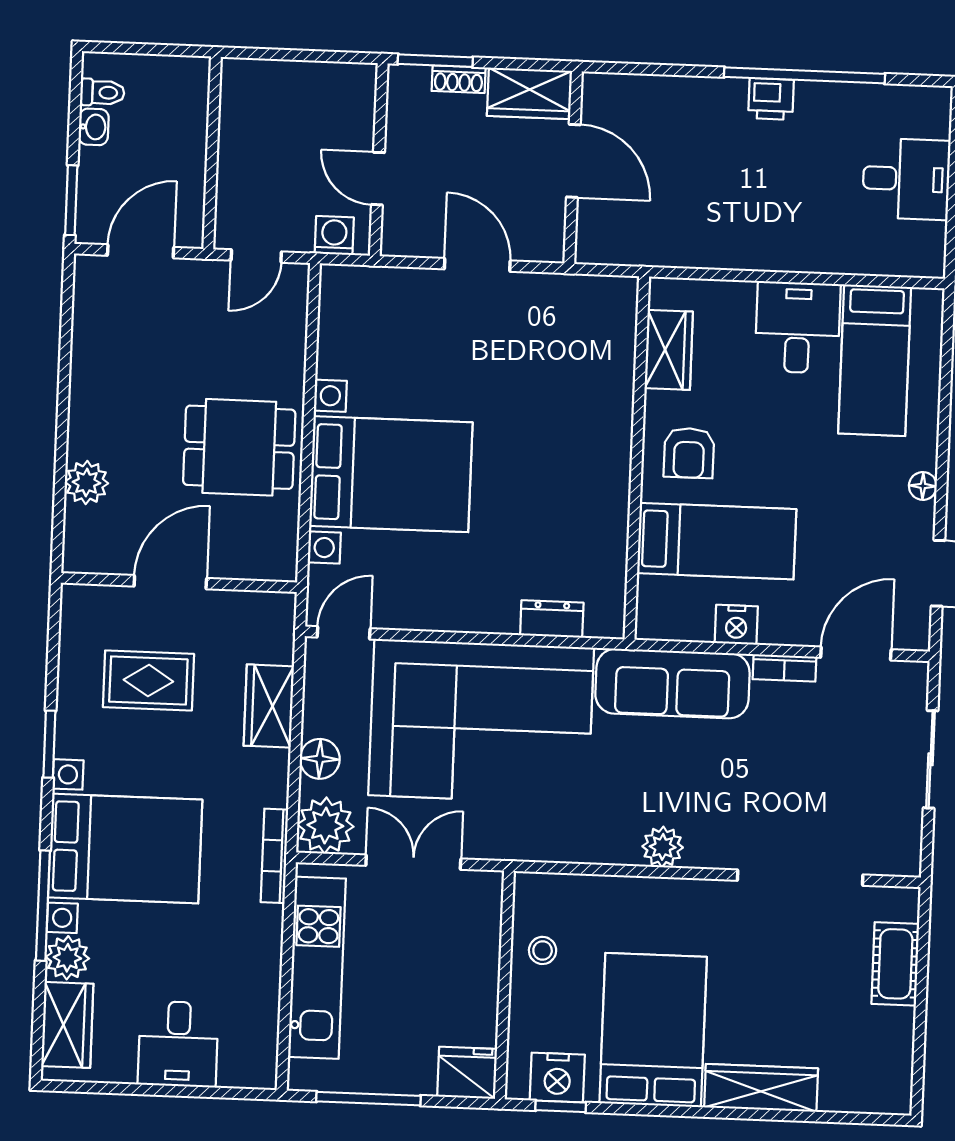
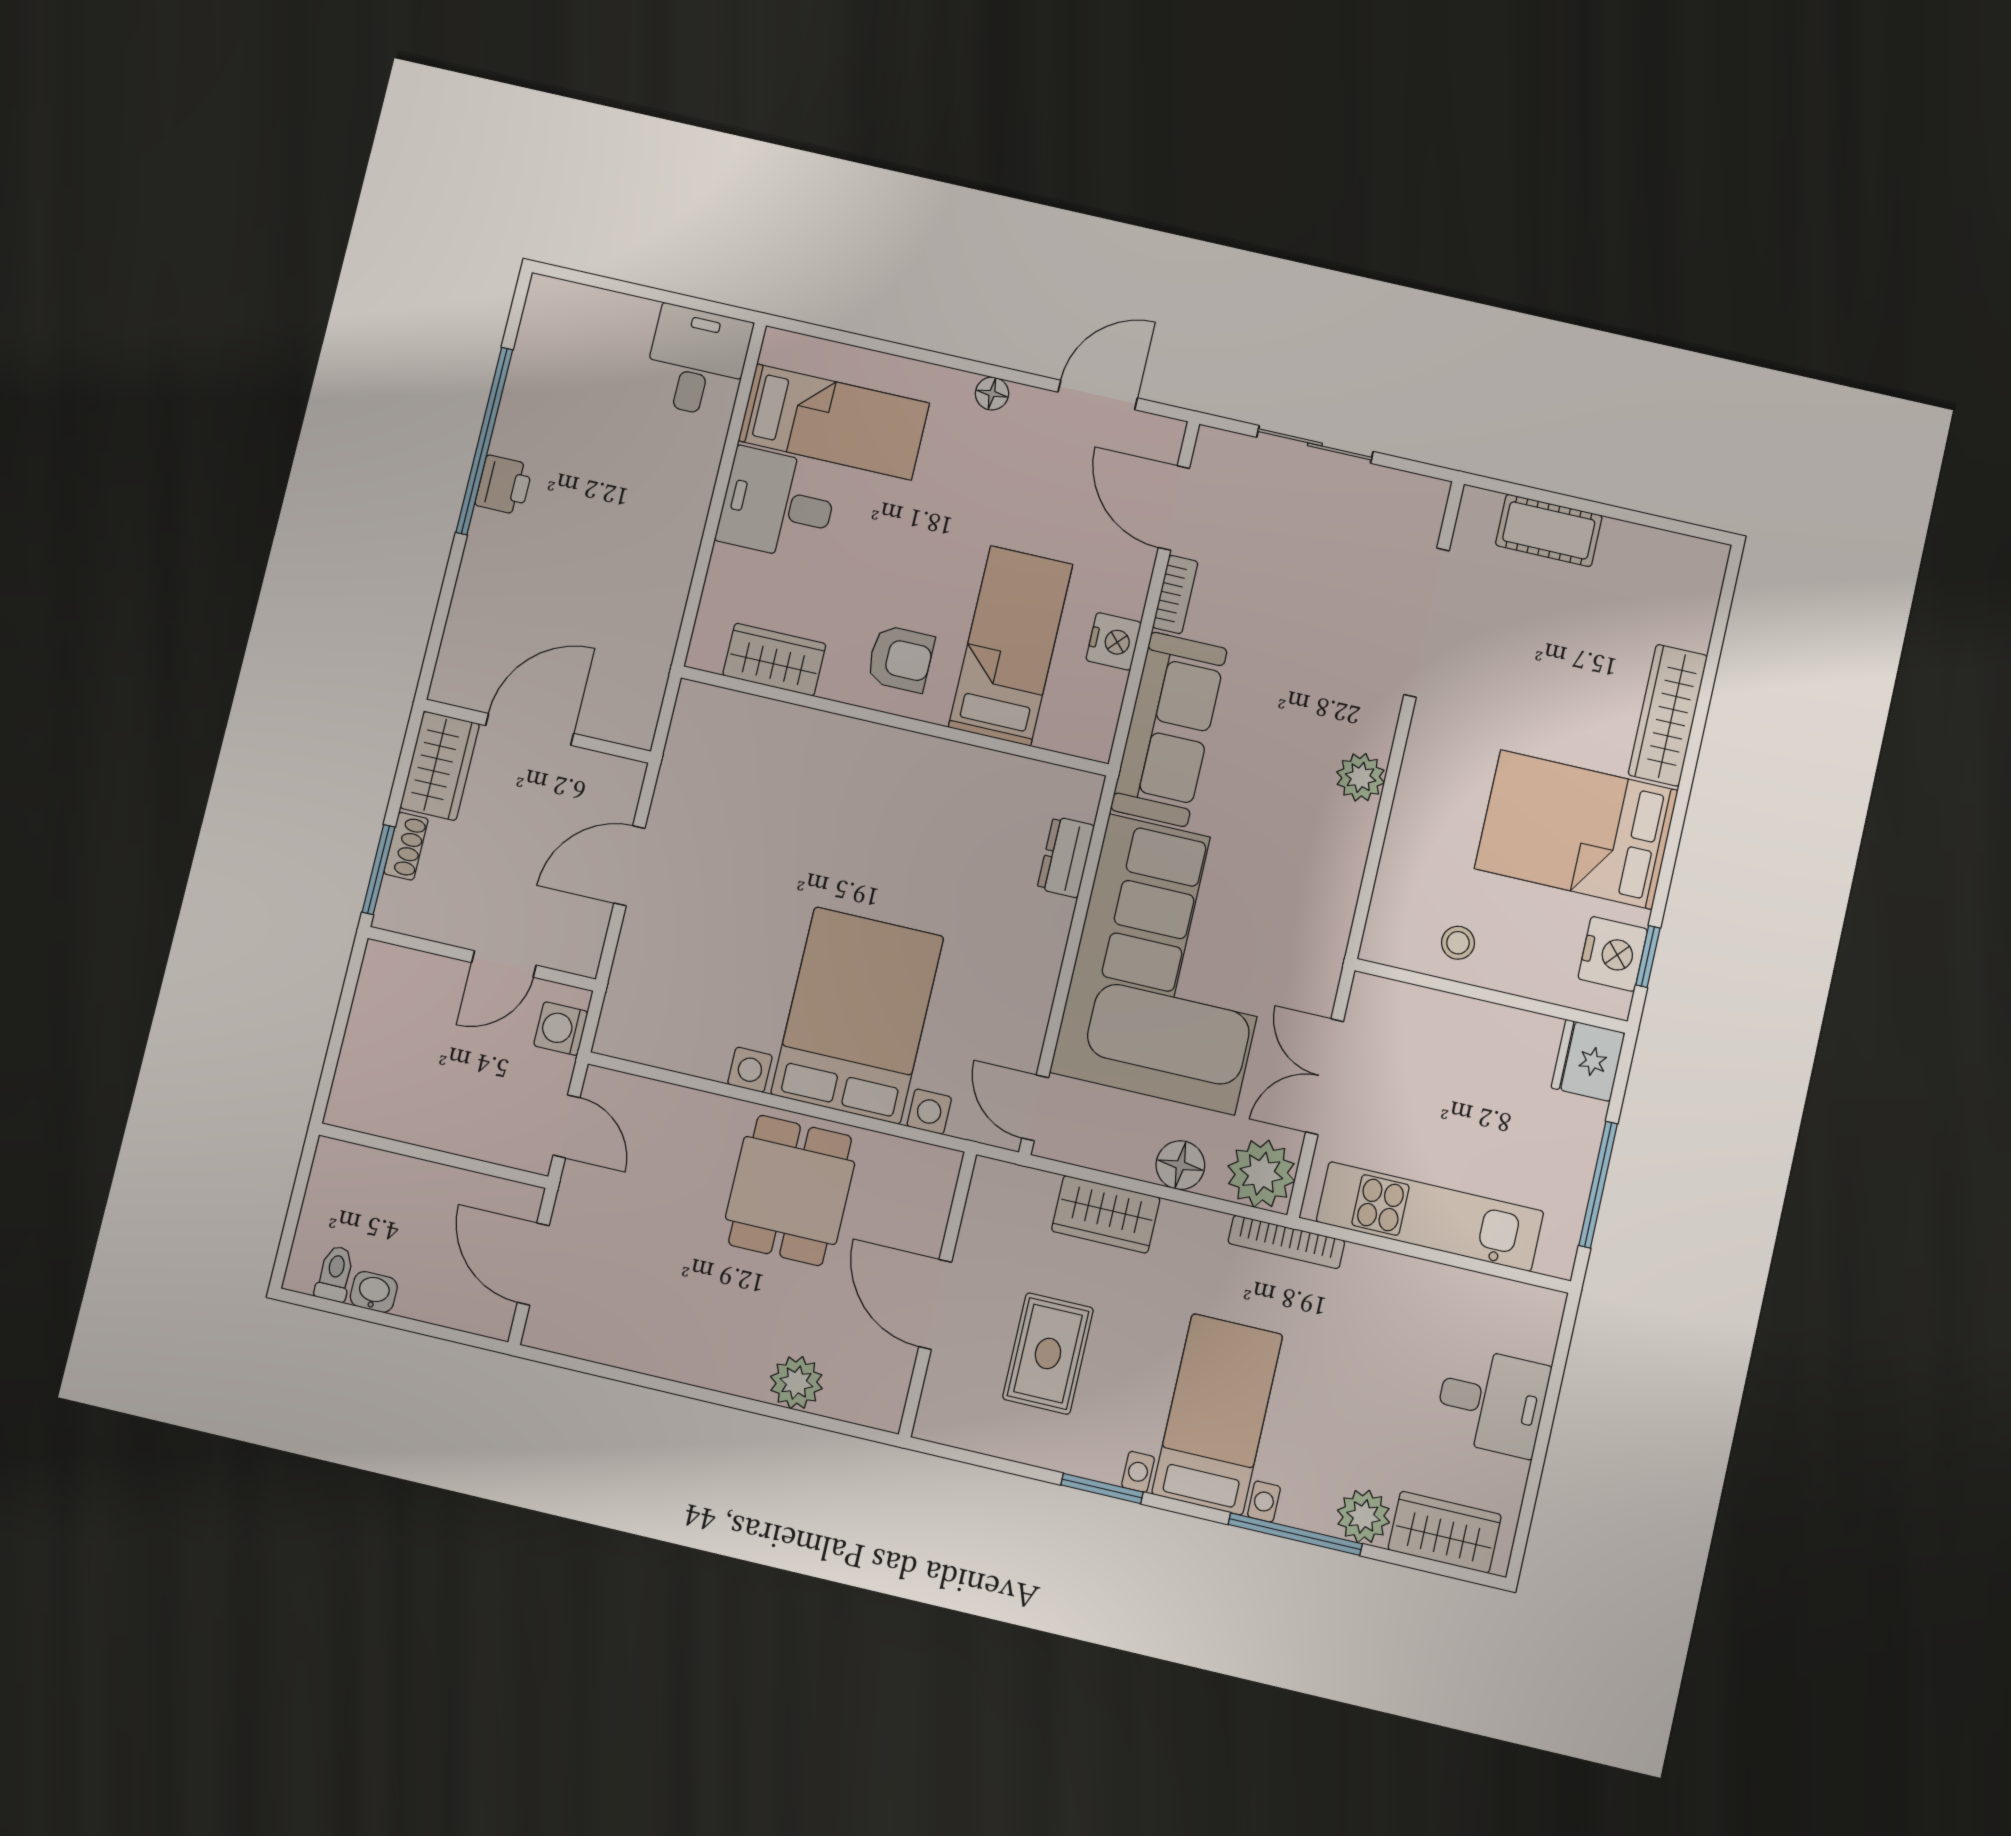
desk: (906, 179) -> (697, 361), moved
window: (71, 200) -> (456, 1336), removed
bed with nightstands: (125, 849) -> (1217, 1414), width x0.73

